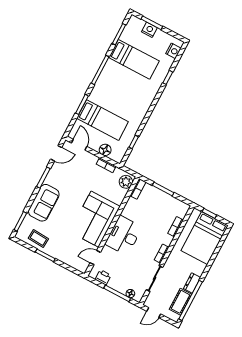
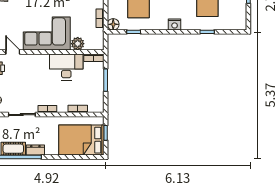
nightstand: (173, 51) -> (175, 25), moved
floor lamp: (105, 150) -> (113, 24), moved
plant: (126, 182) -> (78, 44), moved
desk: (124, 236) -> (66, 67), moved

